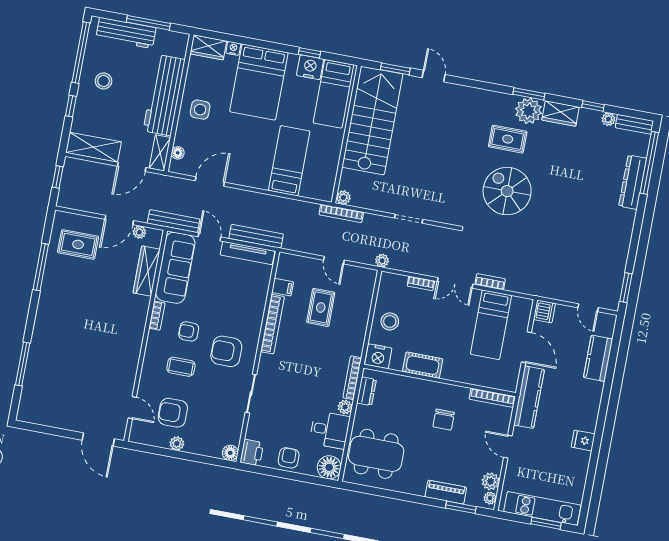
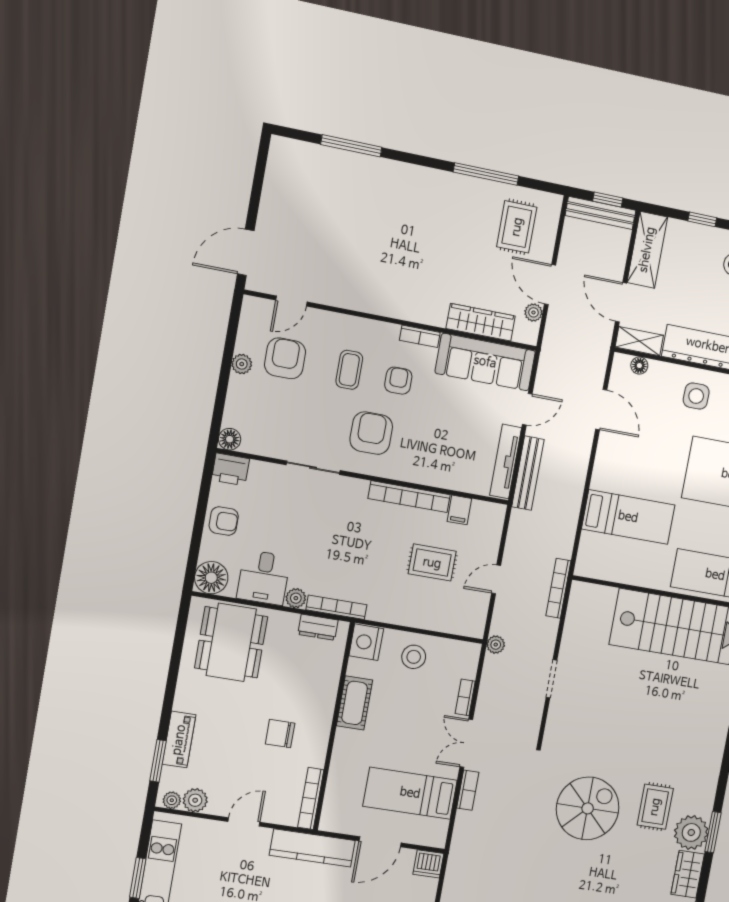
plant: (343, 197) -> (580, 591), removed
bench: (174, 221) -> (601, 213), moved, turned 90

